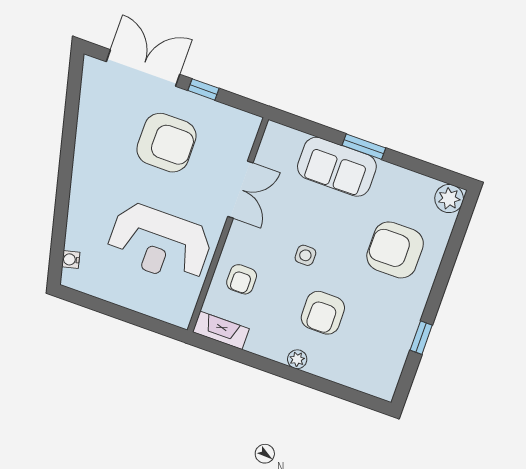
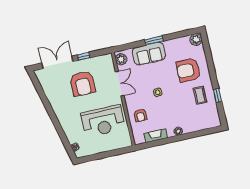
armchair: (166, 143) -> (83, 84), turned 90
plant: (274, 143) -> (121, 59), added
armchair: (323, 313) -> (177, 109), removed
coffee table: (386, 315) -> (200, 95), added
fireplace: (221, 330) -> (156, 136), moved

